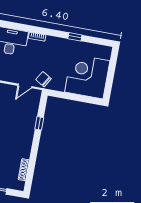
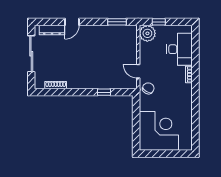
window: (75, 37) -> (195, 112), removed

